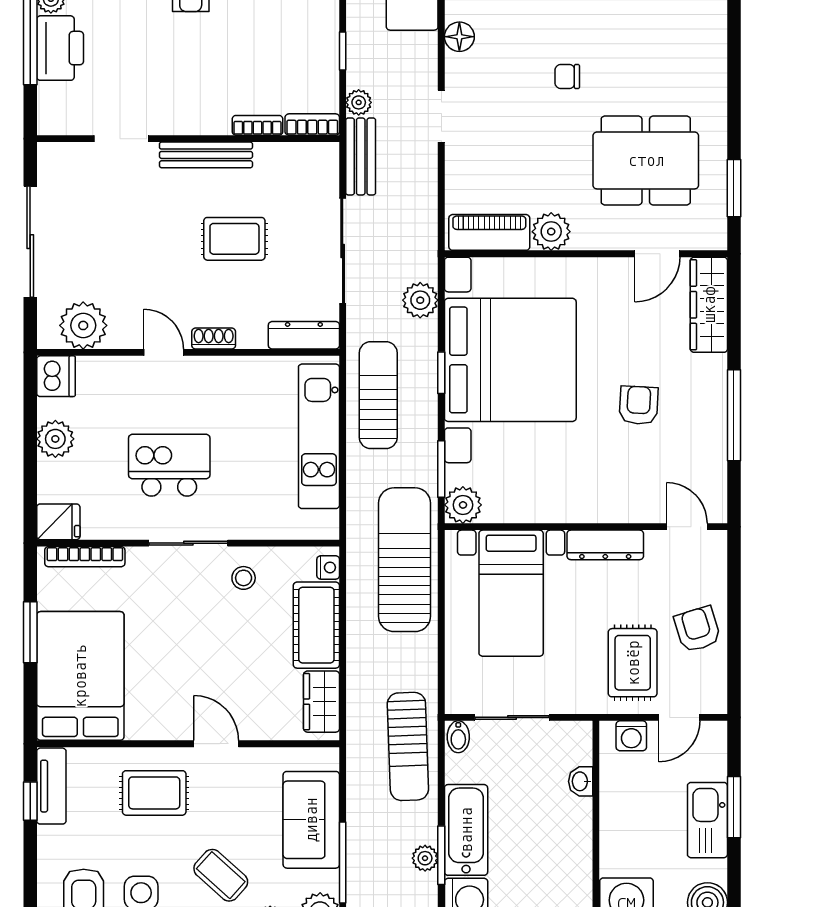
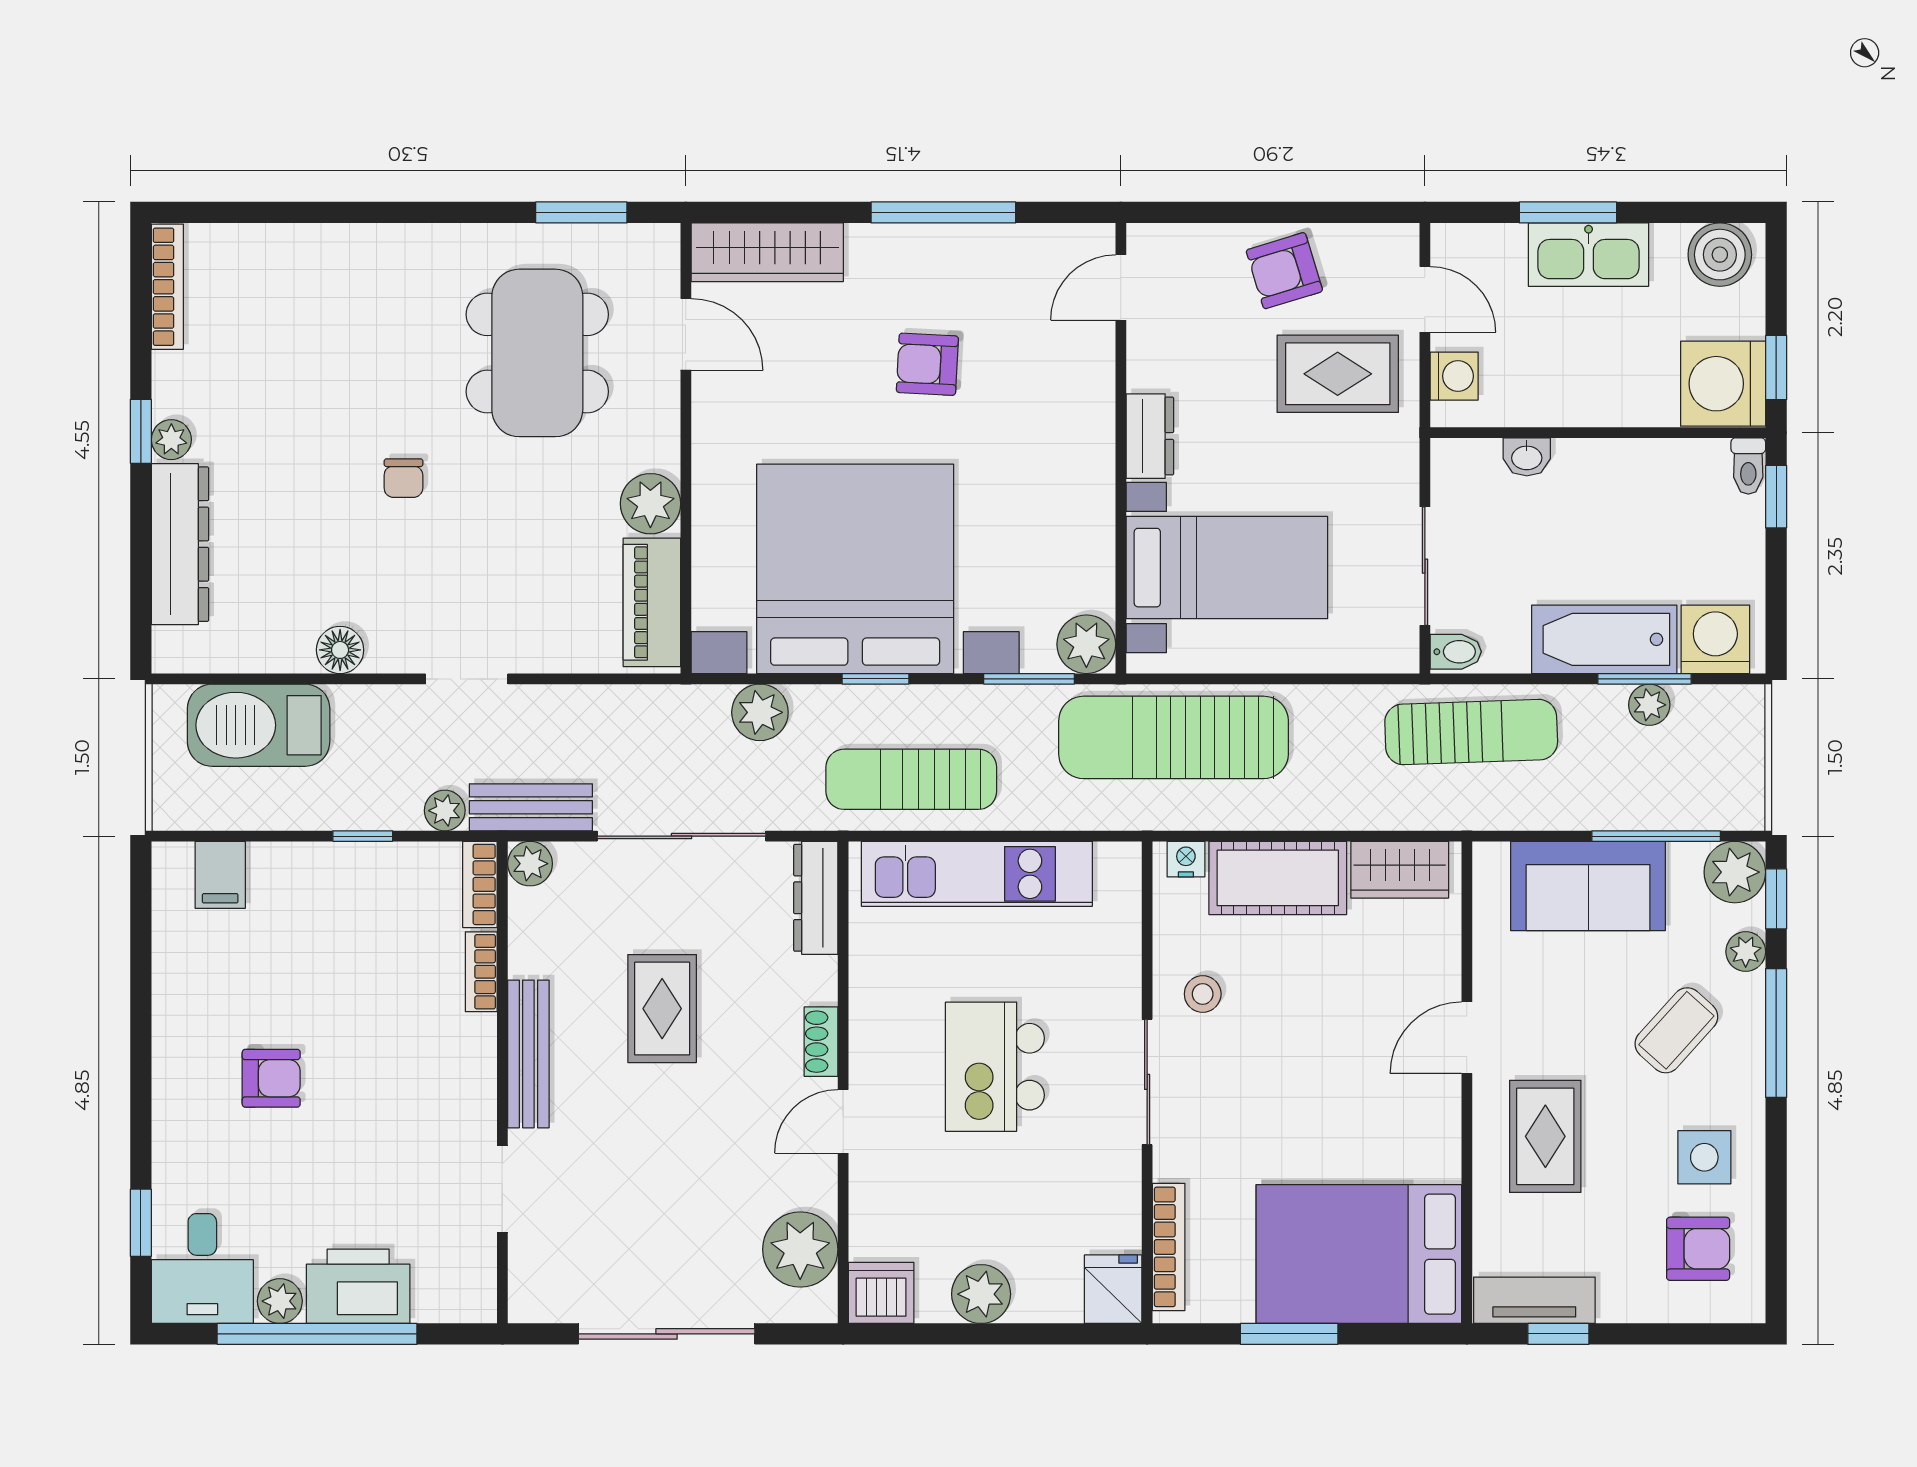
plant: (325, 156) -> (530, 864), added
kitchen island: (169, 465) -> (995, 1067), moved
dresser: (605, 545) -> (1150, 436), width x0.70

